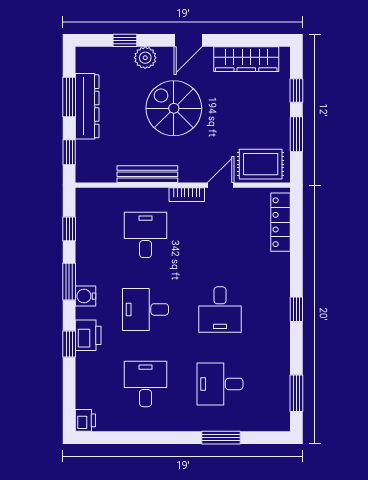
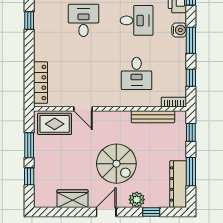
wardrobe: (246, 59) -> (72, 199), width x0.67
dresser: (87, 106) -> (178, 184), moved
bench: (147, 174) -> (153, 117), moved
door: (221, 185) -> (83, 109), hinge flipped
bookcase: (187, 195) -> (174, 102), moved

